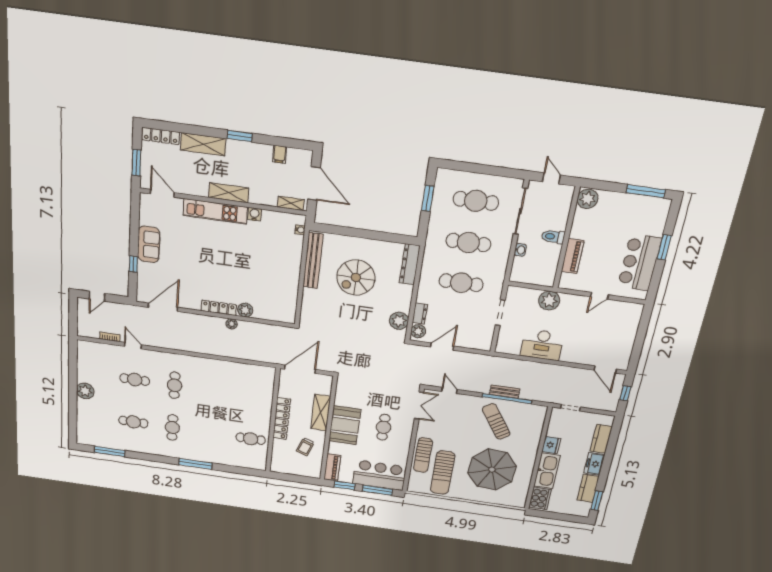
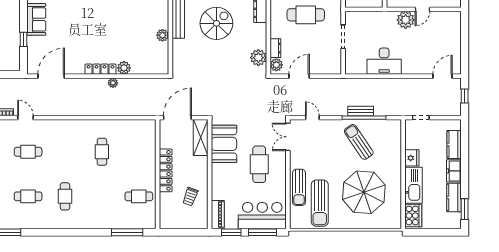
spiral stairs: (356, 278) -> (216, 23), turned 180
plant: (292, 282) -> (163, 35), added
plant: (549, 301) -> (406, 20), moved
door: (605, 370) -> (443, 76), swing flipped
cafe table: (175, 385) -> (102, 152), moved
double door: (419, 405) -> (288, 137), swing flipped
shelving: (321, 412) -> (201, 137), moved
booth: (345, 425) -> (224, 144), moved
cafe table: (383, 427) -> (259, 164), width x1.37, depth x1.35
window: (195, 464) -> (127, 232), moved

